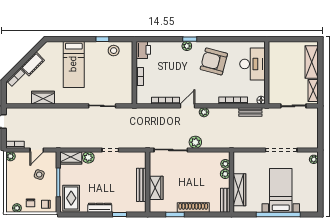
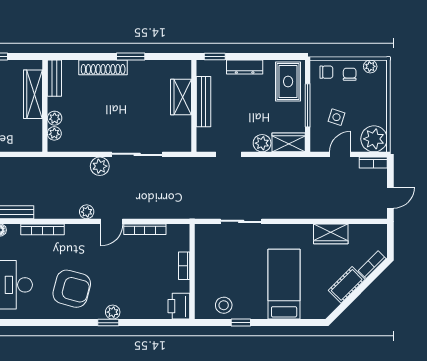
plant: (10, 156) -> (374, 139), width x1.87, depth x1.87
wall: (148, 182) -> (194, 106), moved
bench: (141, 185) -> (203, 102), moved
wardrobe: (156, 188) -> (181, 97), moved

